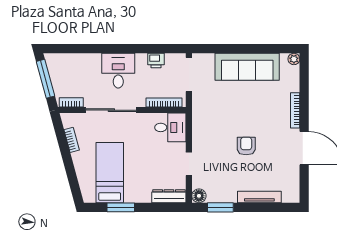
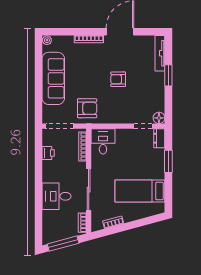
desk: (118, 71) -> (56, 196), moved
armchair: (211, 108) -> (87, 108), added
doorway: (189, 164) -> (143, 126), moved
dresser: (169, 196) -> (159, 138), width x0.70
tv unit: (259, 197) -> (160, 53), moved
window: (121, 207) -> (168, 161), moved
window: (220, 207) -> (168, 75), moved

